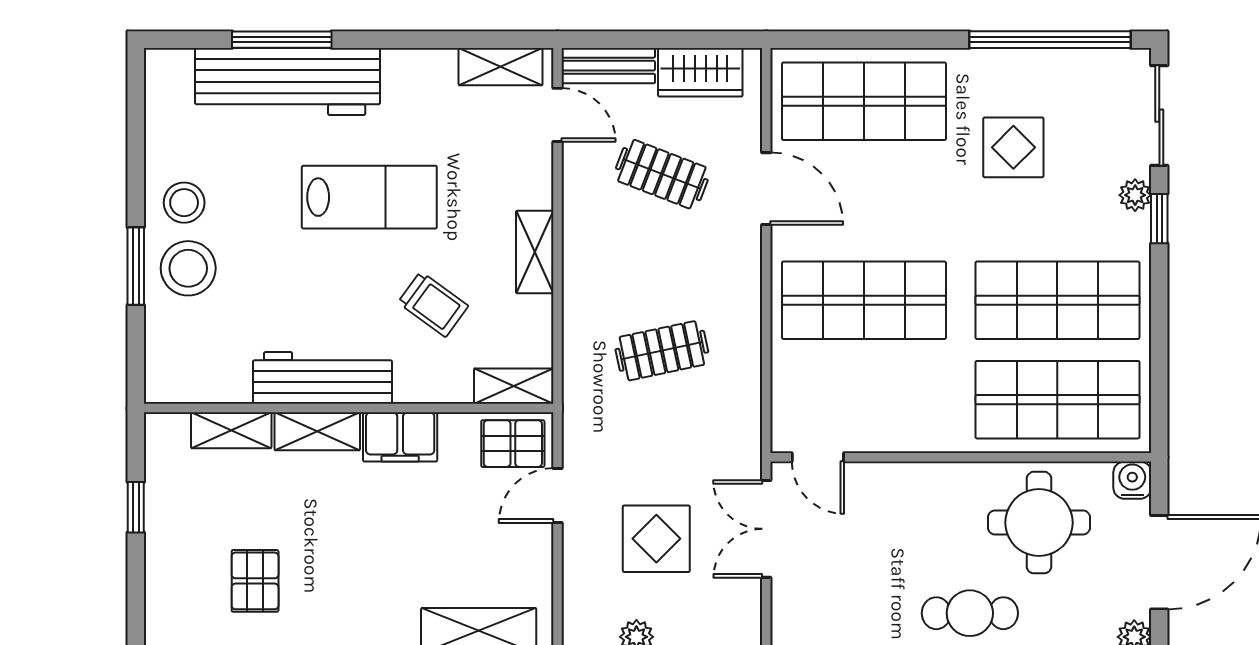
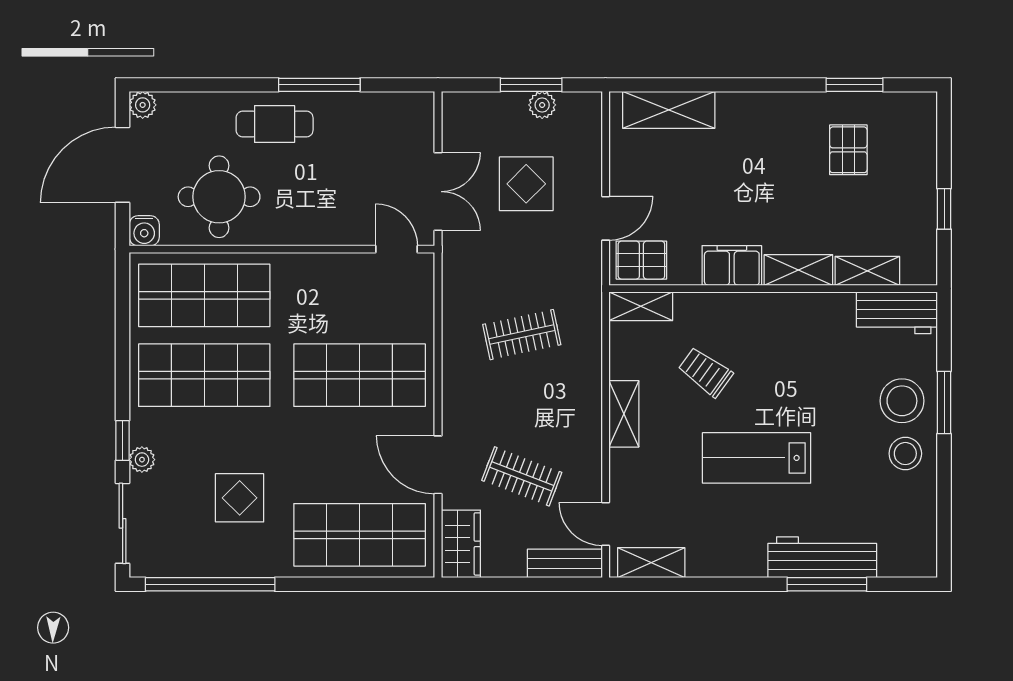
wardrobe: (700, 72) -> (461, 544), moved, turned 90
workbench: (288, 82) -> (822, 557), width x0.73, depth x0.76
workbench: (322, 378) -> (897, 313), moved, width x0.73

